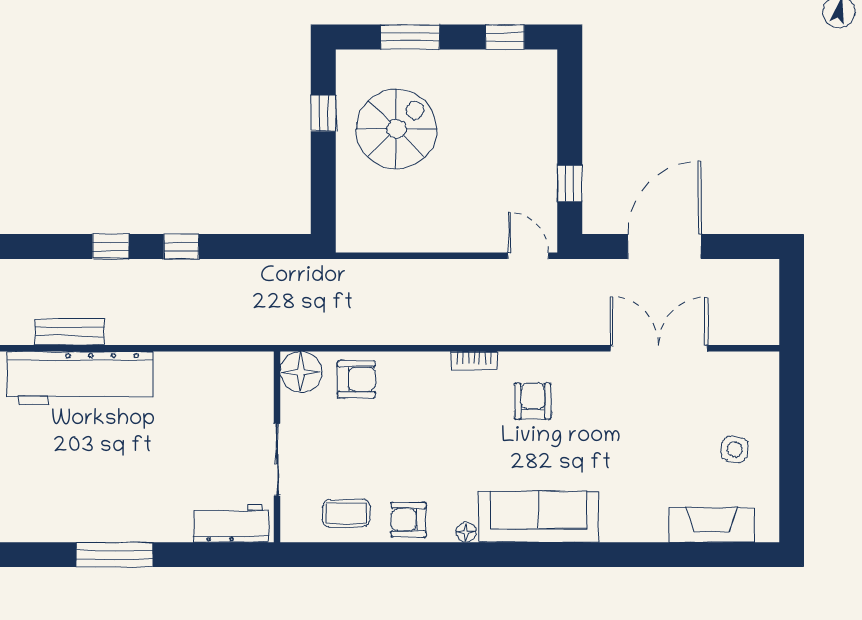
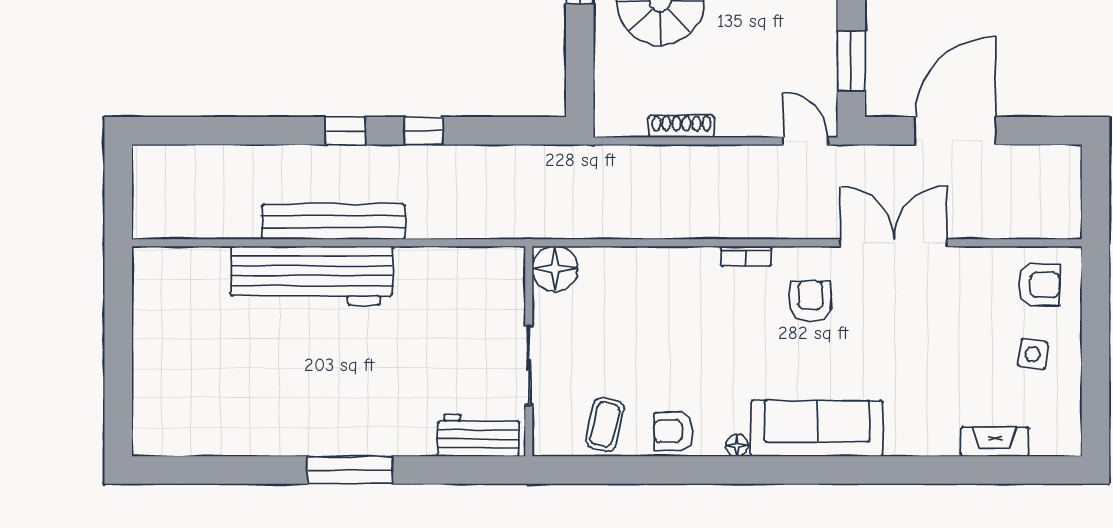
window: (570, 183) -> (851, 61), width x1.50
shoe rack: (416, 243) -> (681, 126), added
bench: (70, 332) -> (333, 221), width x1.86, depth x1.21
double door: (659, 348) -> (894, 243), moved
armchair: (356, 379) -> (1039, 285), moved
coffee table: (346, 513) -> (605, 424), turned -76
fireplace: (712, 525) -> (995, 442), width x0.73, depth x0.76

